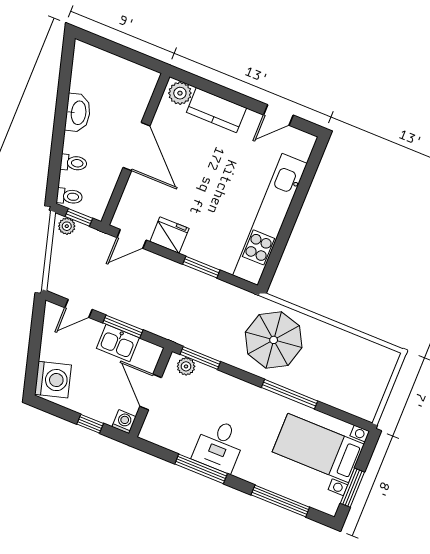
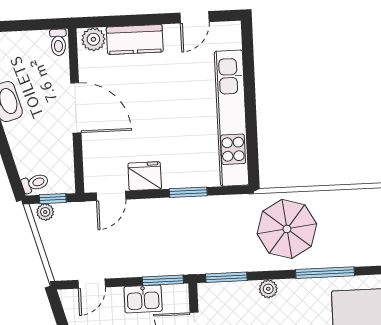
toilet: (74, 163) -> (58, 42), moved, turned 106
window: (123, 326) -> (163, 280), moved
plant: (186, 366) -> (268, 289), moved

